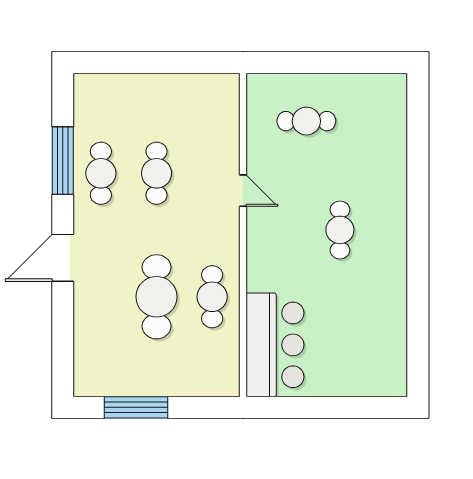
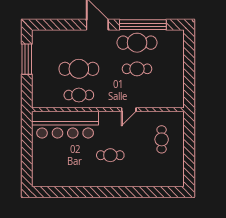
window: (63, 161) -> (143, 25), width x1.46
cafe table: (101, 173) -> (137, 43), width x1.37, depth x1.35
bar counter: (275, 345) -> (65, 125), width x1.36

